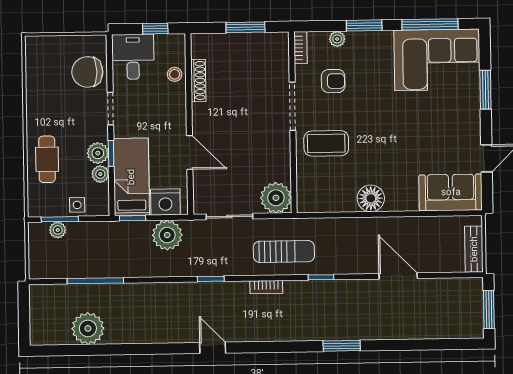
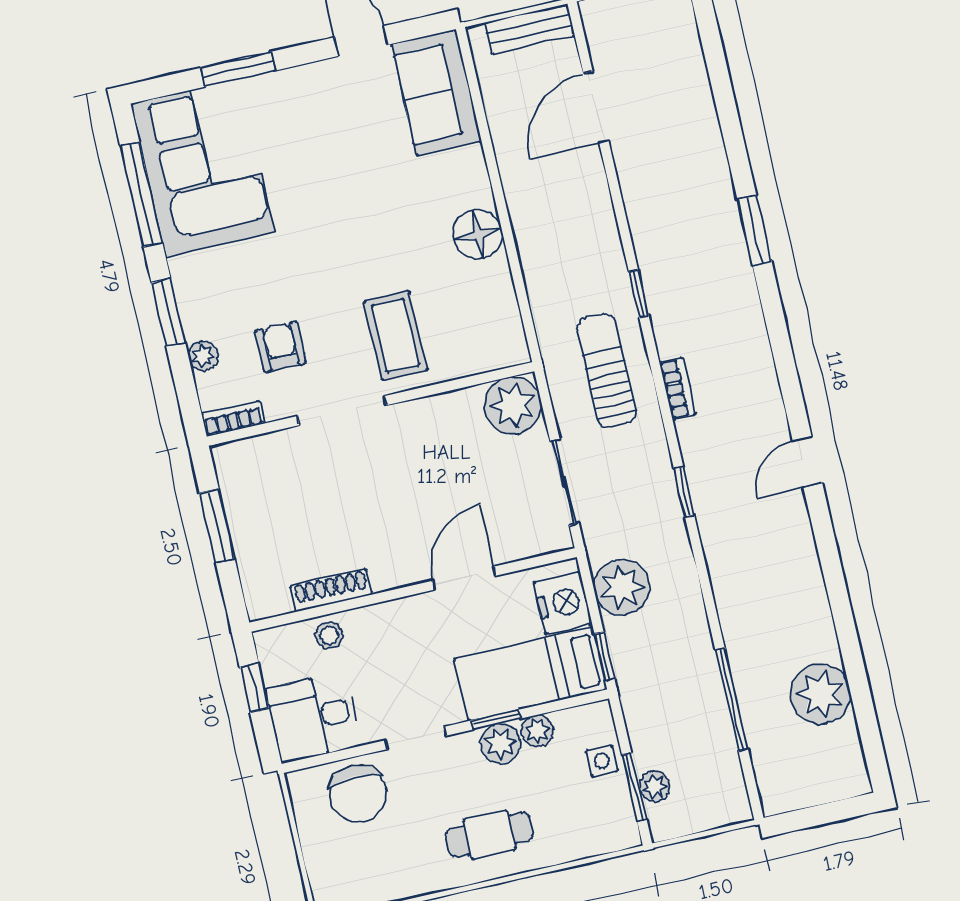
cafe table: (47, 159) -> (490, 835), moved
door: (398, 276) -> (596, 107), moved

